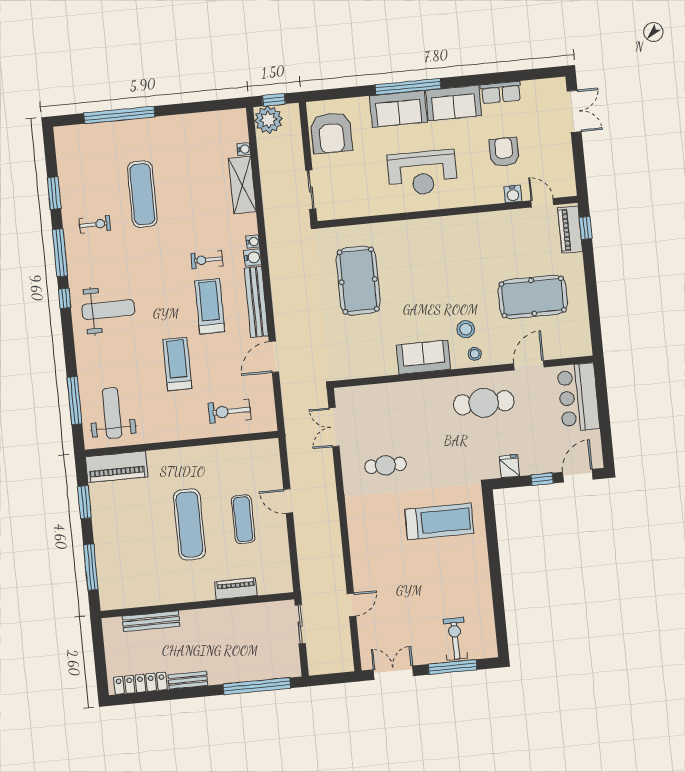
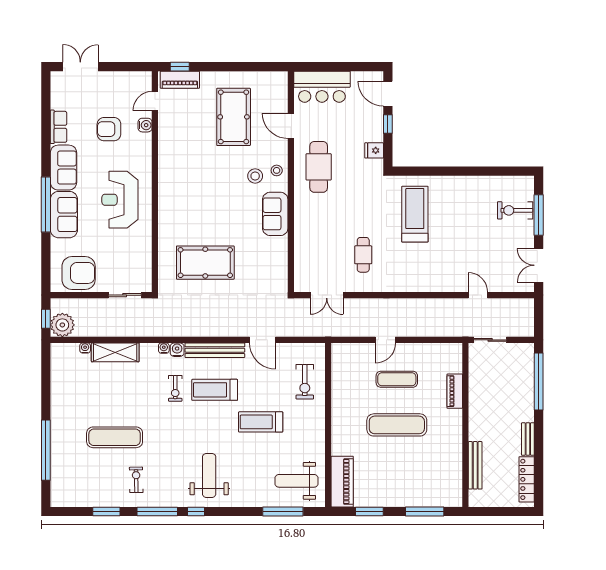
reception desk: (422, 173) -> (120, 200), turned 180

